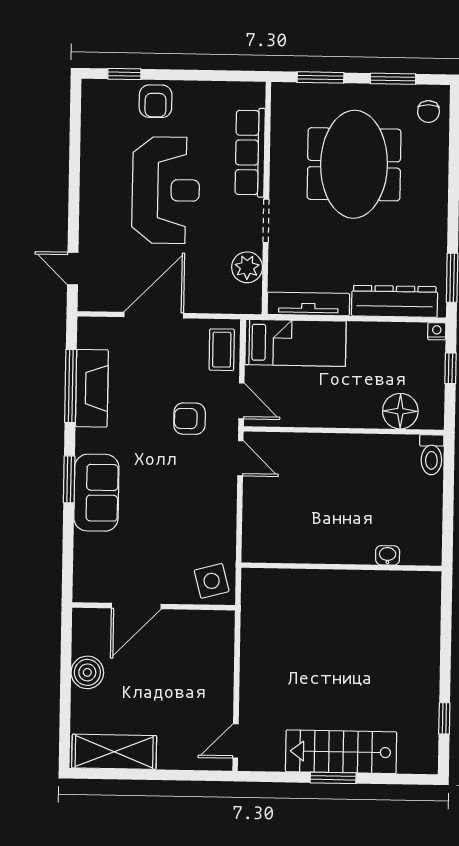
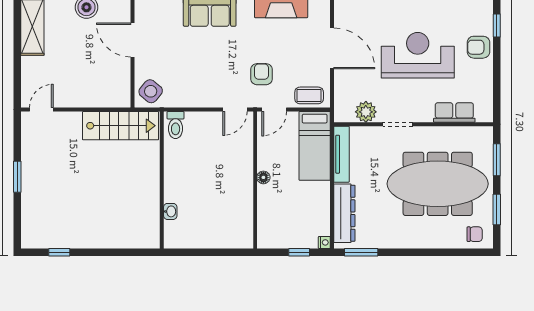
chair: (428, 112) -> (475, 234), turned 180
row of seats: (250, 153) -> (454, 113), width x0.68
meeting table: (354, 164) -> (438, 184), width x1.36
reception desk: (166, 190) -> (418, 55), turned 180
floor lamp: (400, 411) -> (263, 177), moved, width x0.53, depth x0.53
toilet: (431, 455) -> (176, 125), moved, turned -90
side table: (212, 581) -> (151, 91), turned -36
door: (236, 741) -> (41, 110), hinge flipped
stairs: (341, 752) -> (121, 126), moved, turned 90

